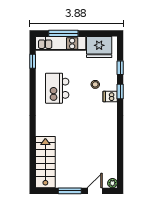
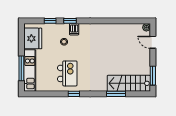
window: (33, 61) -> (74, 94), moved
kitchen island: (57, 88) -> (67, 73), turned -90
window: (33, 147) -> (116, 94), added
window: (70, 191) -> (153, 76), moved

